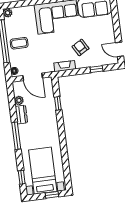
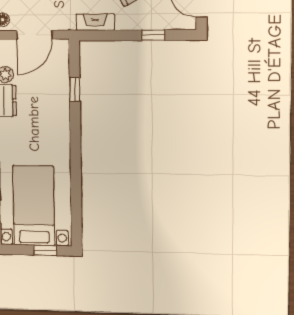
door: (33, 77) -> (34, 35), hinge flipped

